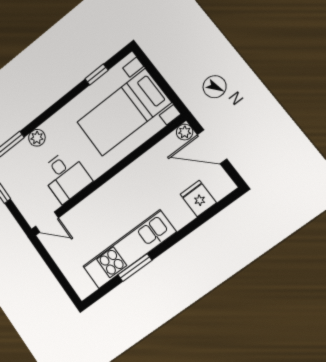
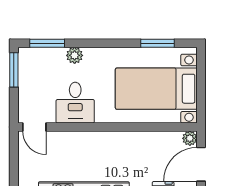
window: (97, 74) -> (158, 43), width x1.50
door: (212, 147) -> (201, 164), hinge flipped

